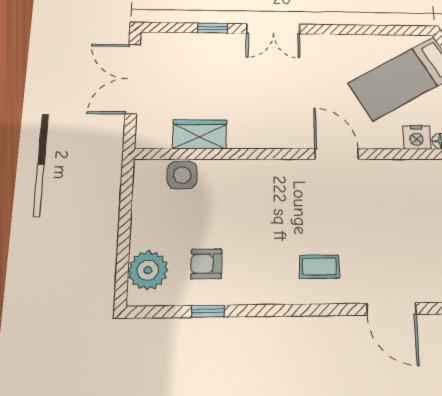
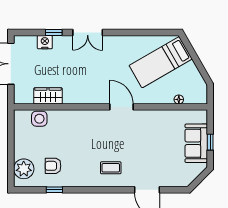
nightstand: (416, 137) -> (45, 42), moved, turned 180

